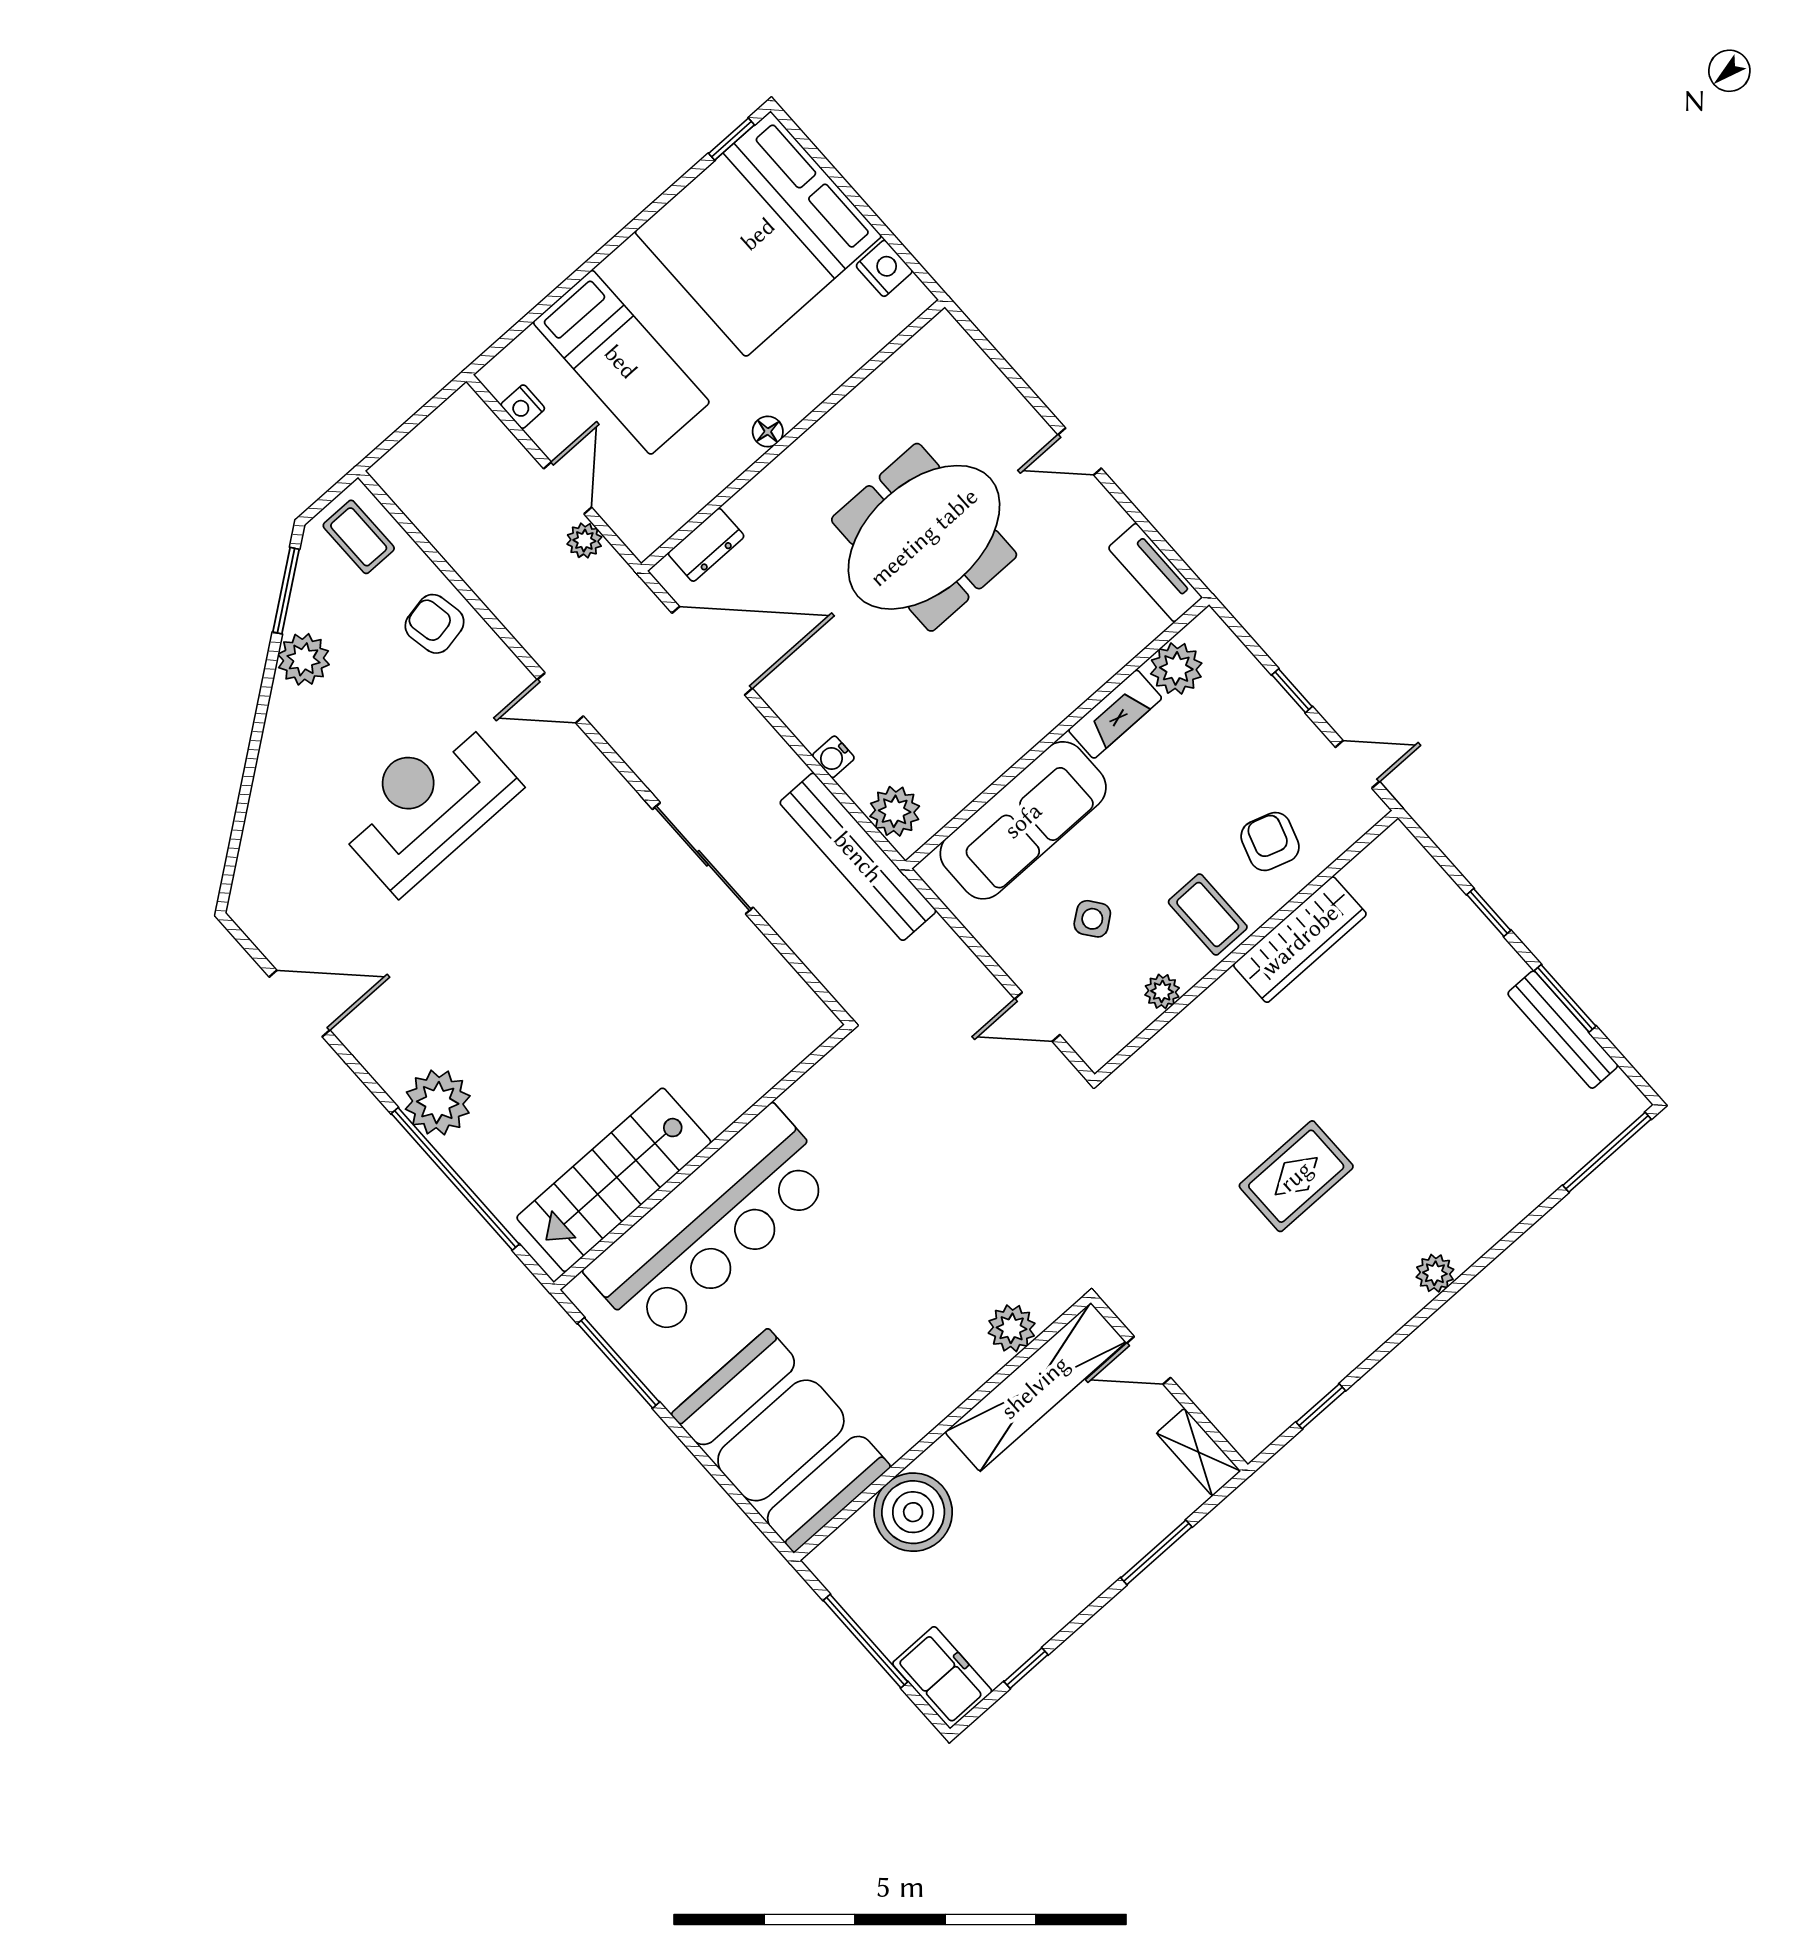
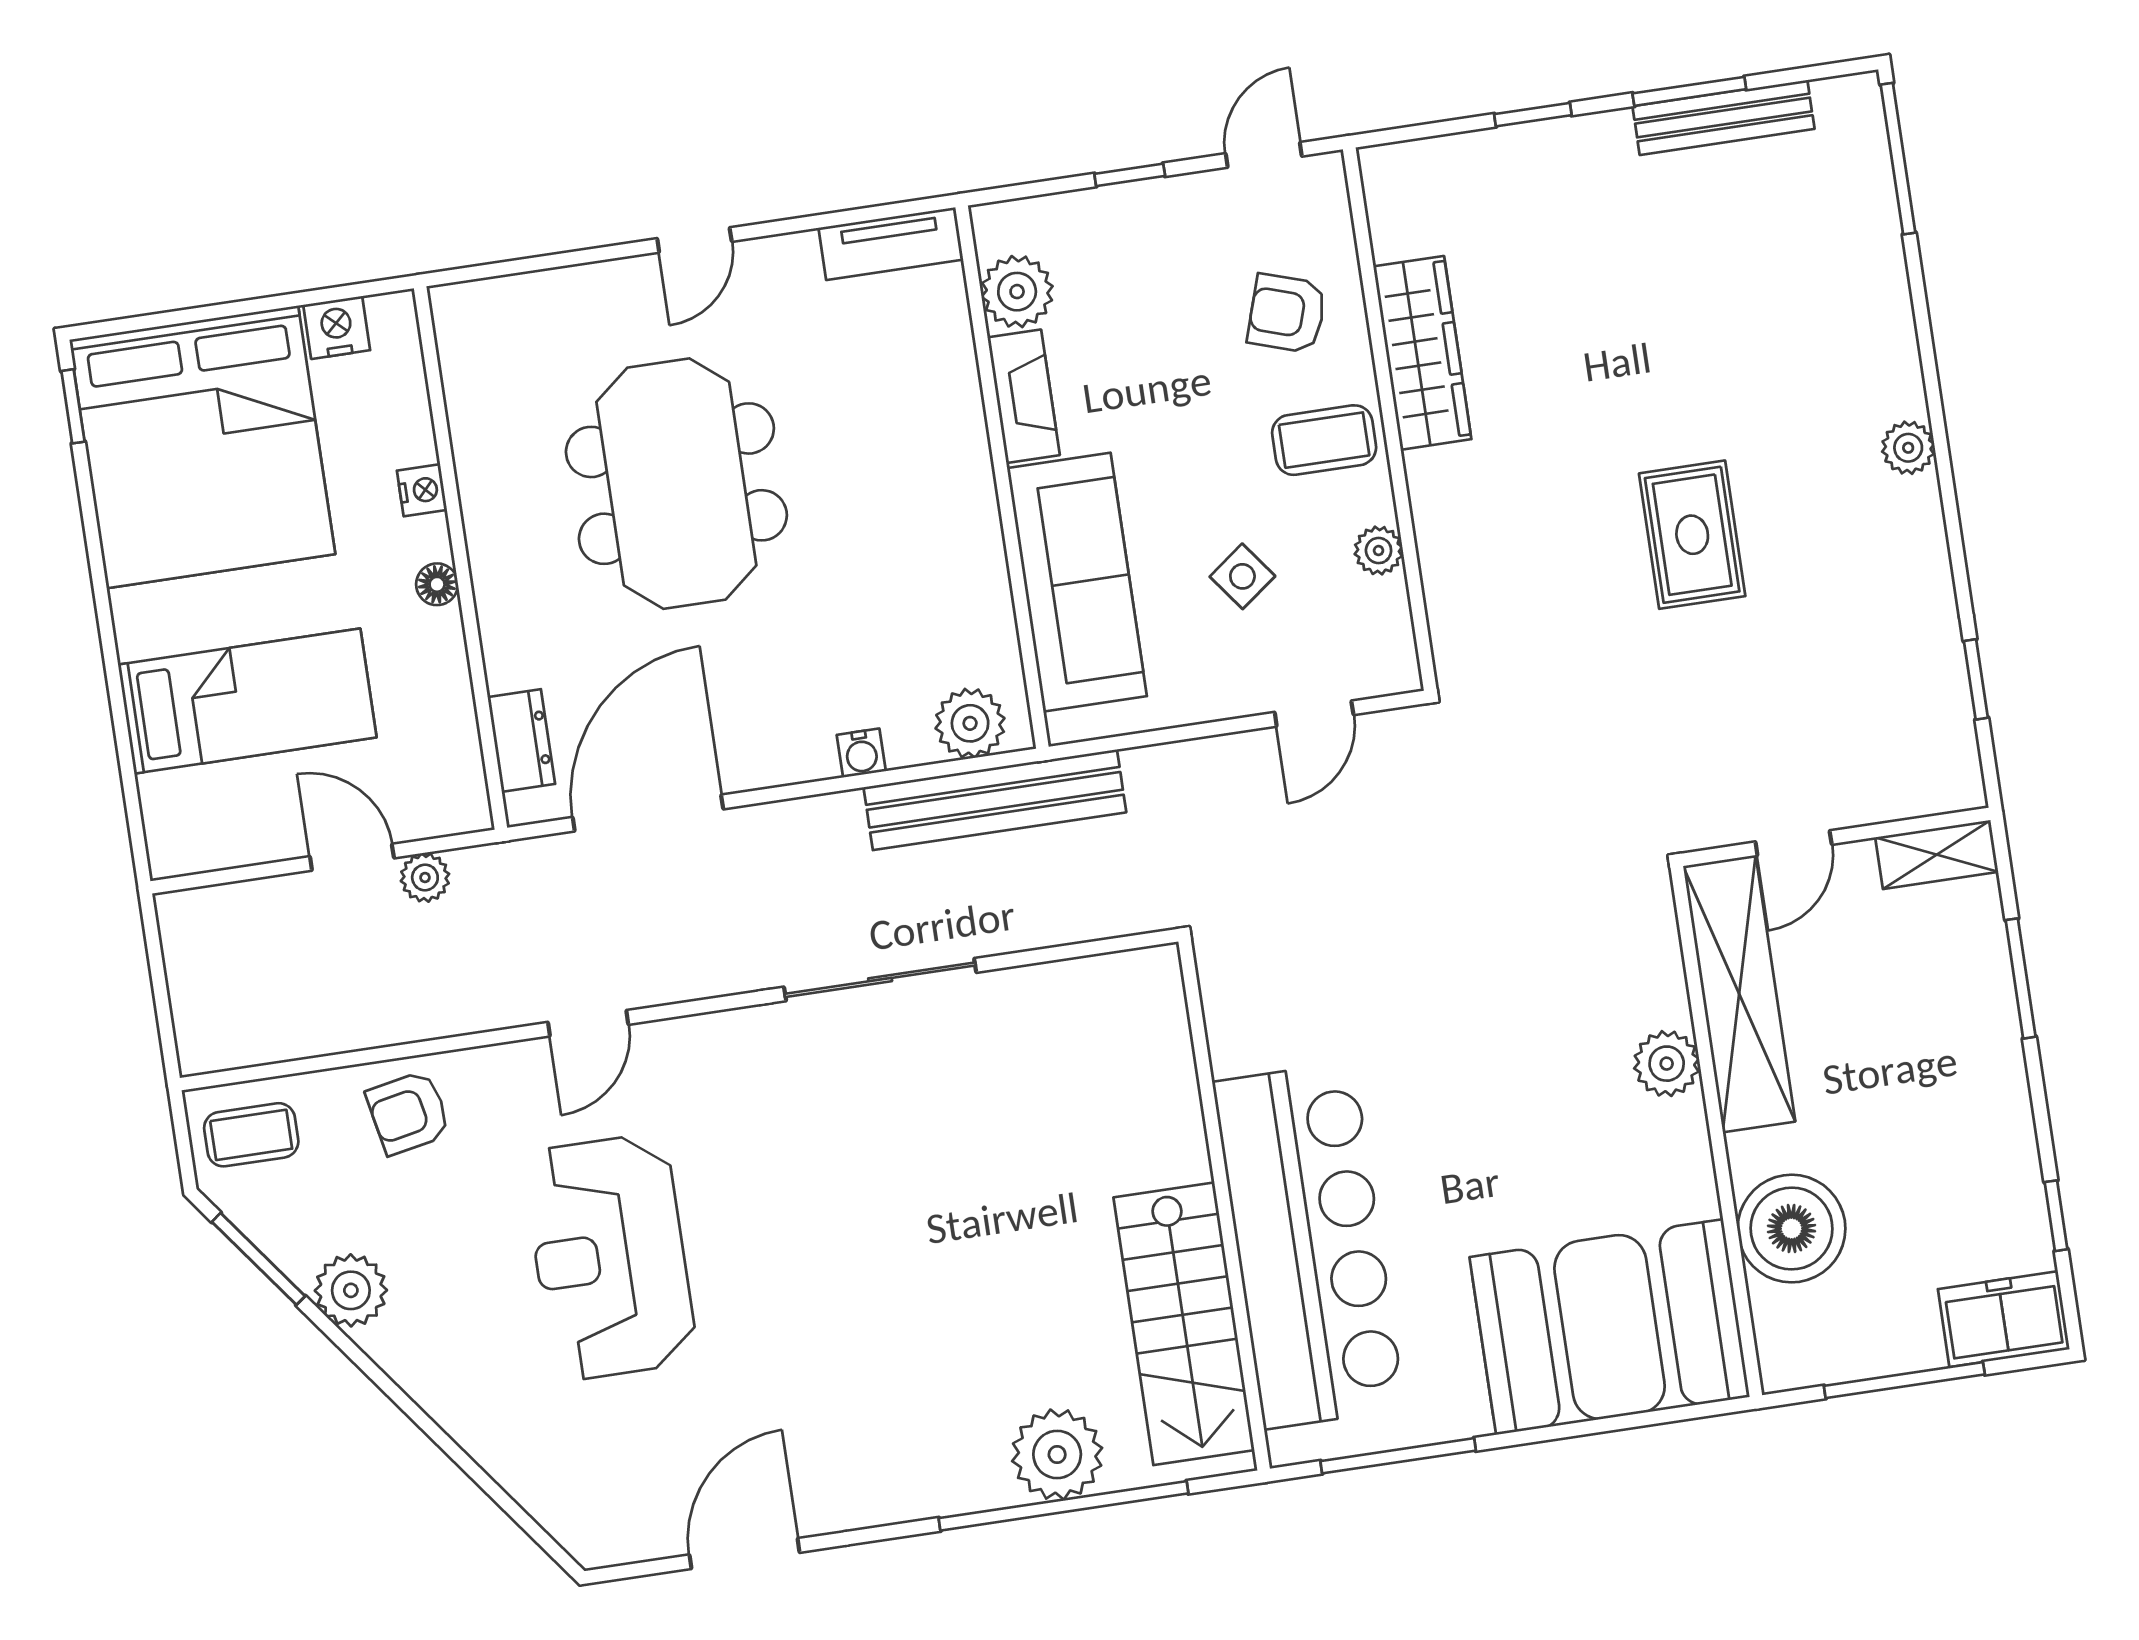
nightstand: (523, 407) -> (422, 490), moved, turned -90
plant: (438, 1103) -> (1057, 1454), moved
plant: (1012, 1328) -> (1667, 1064), moved

